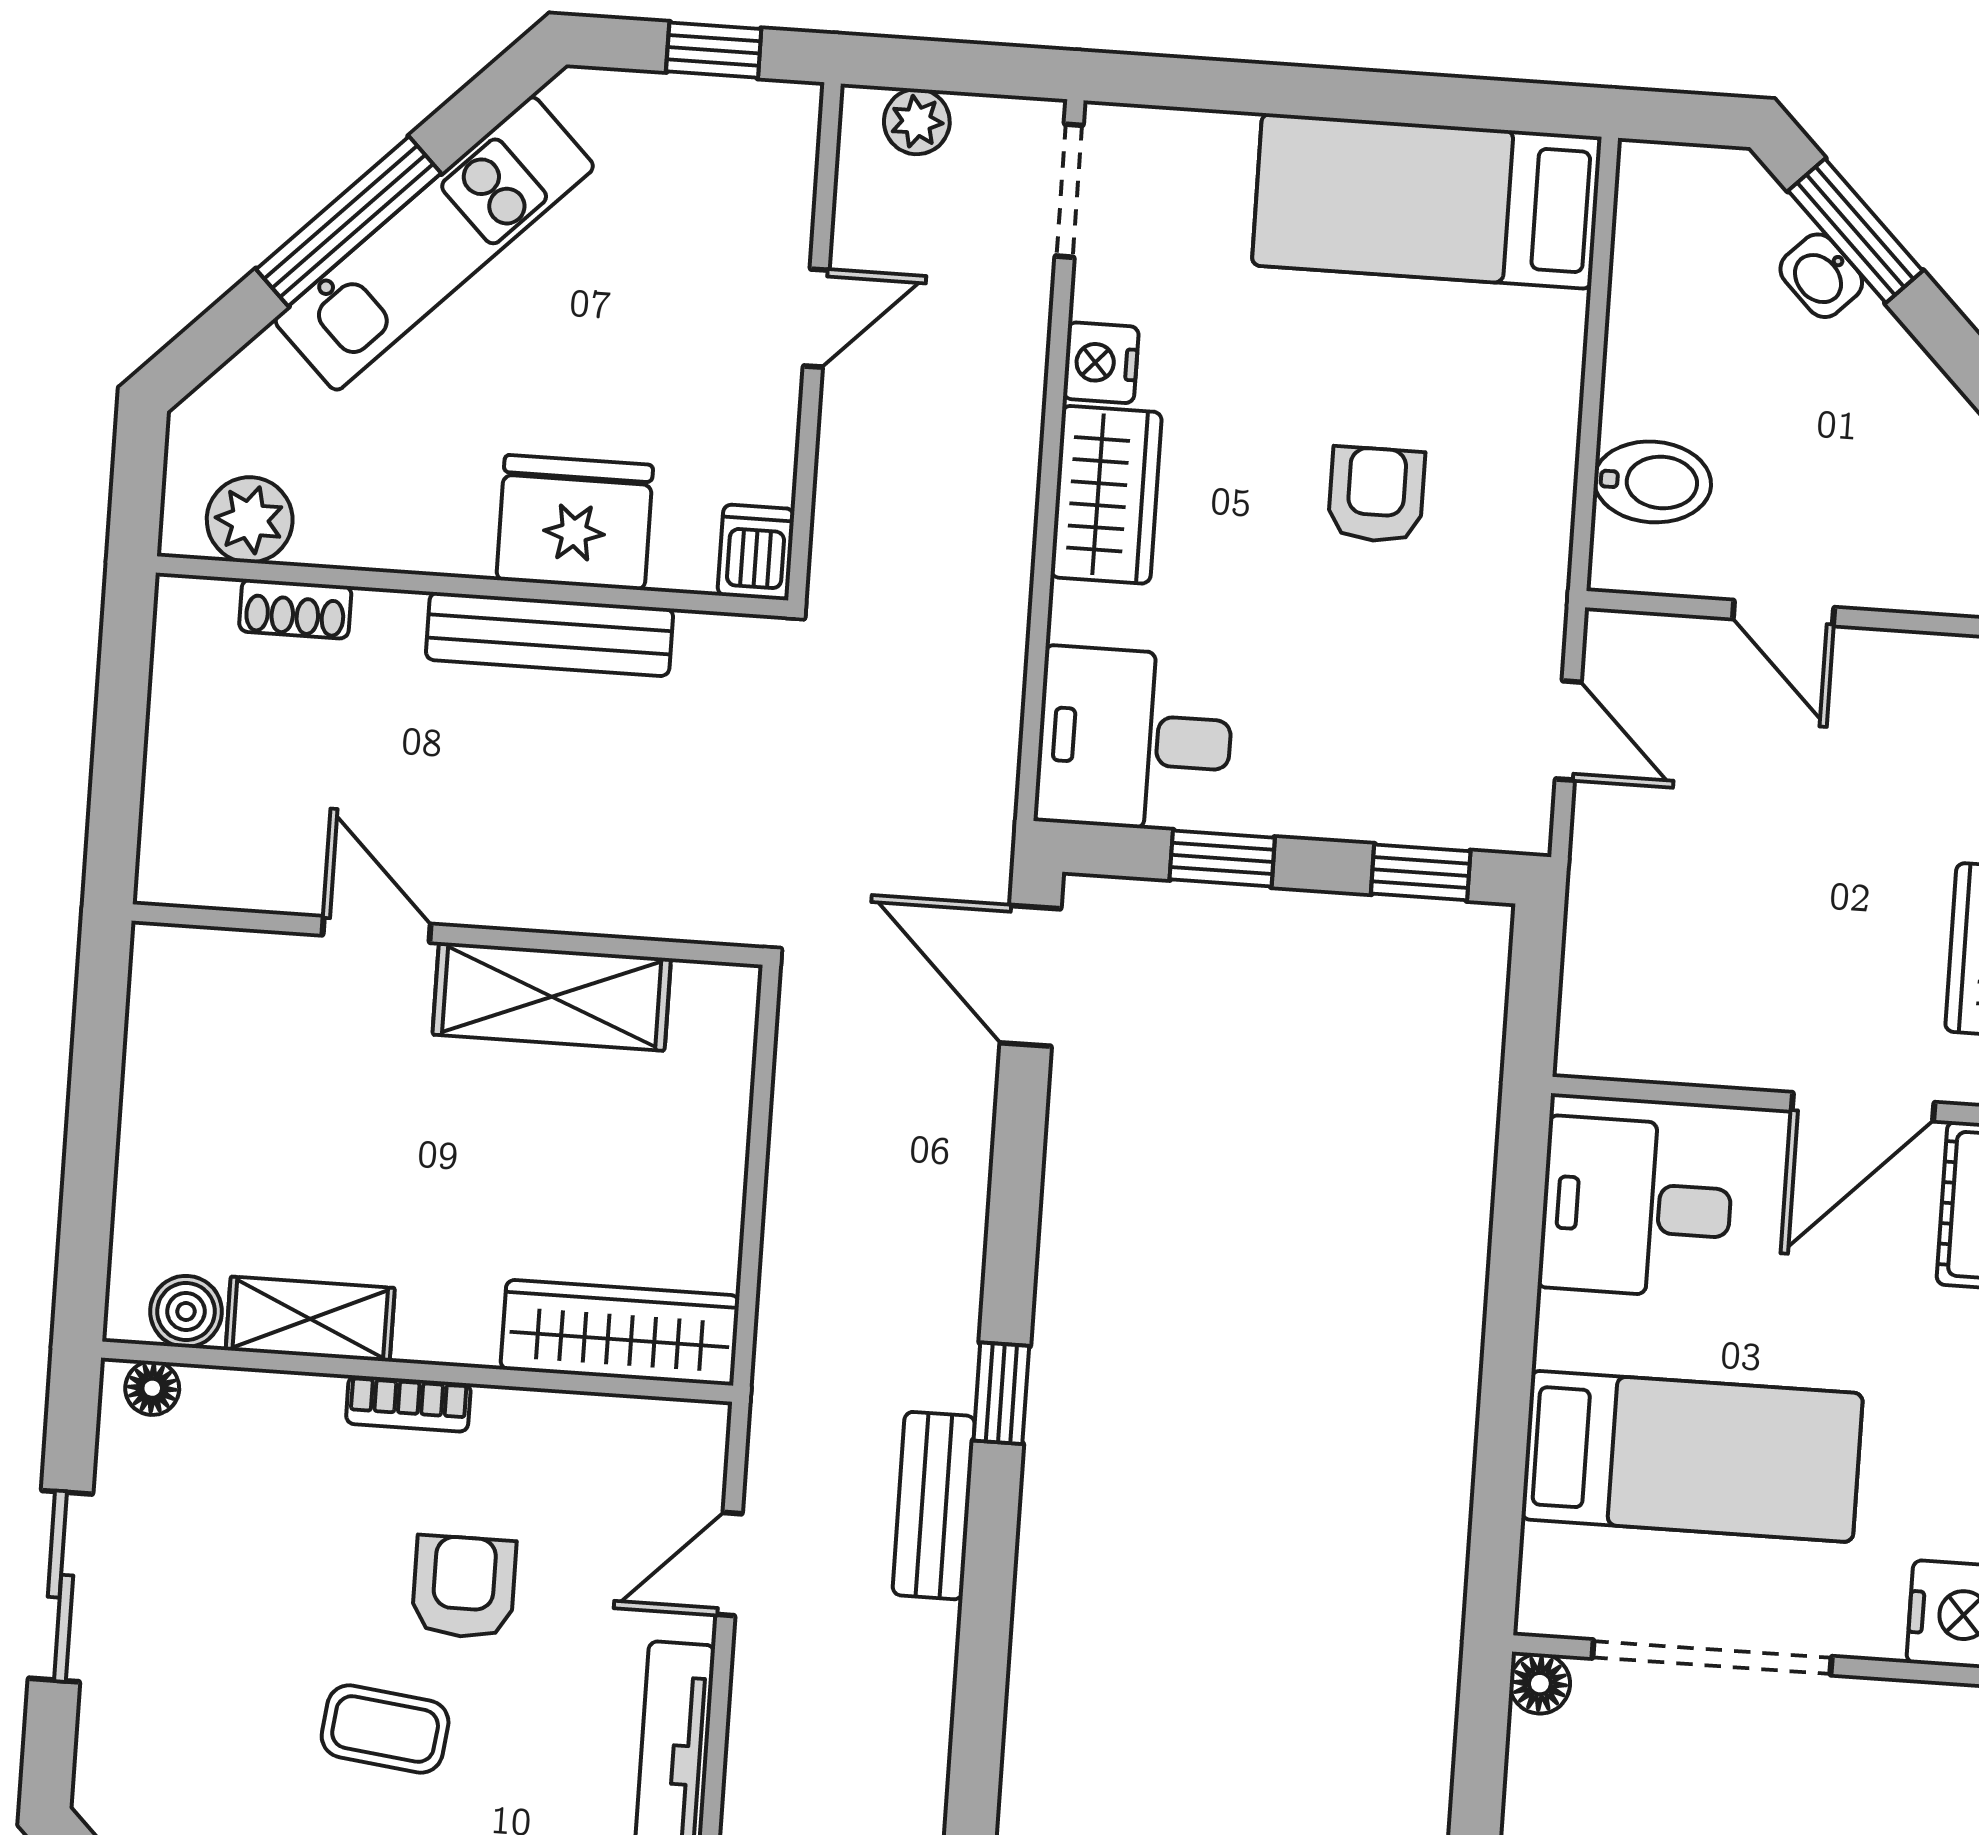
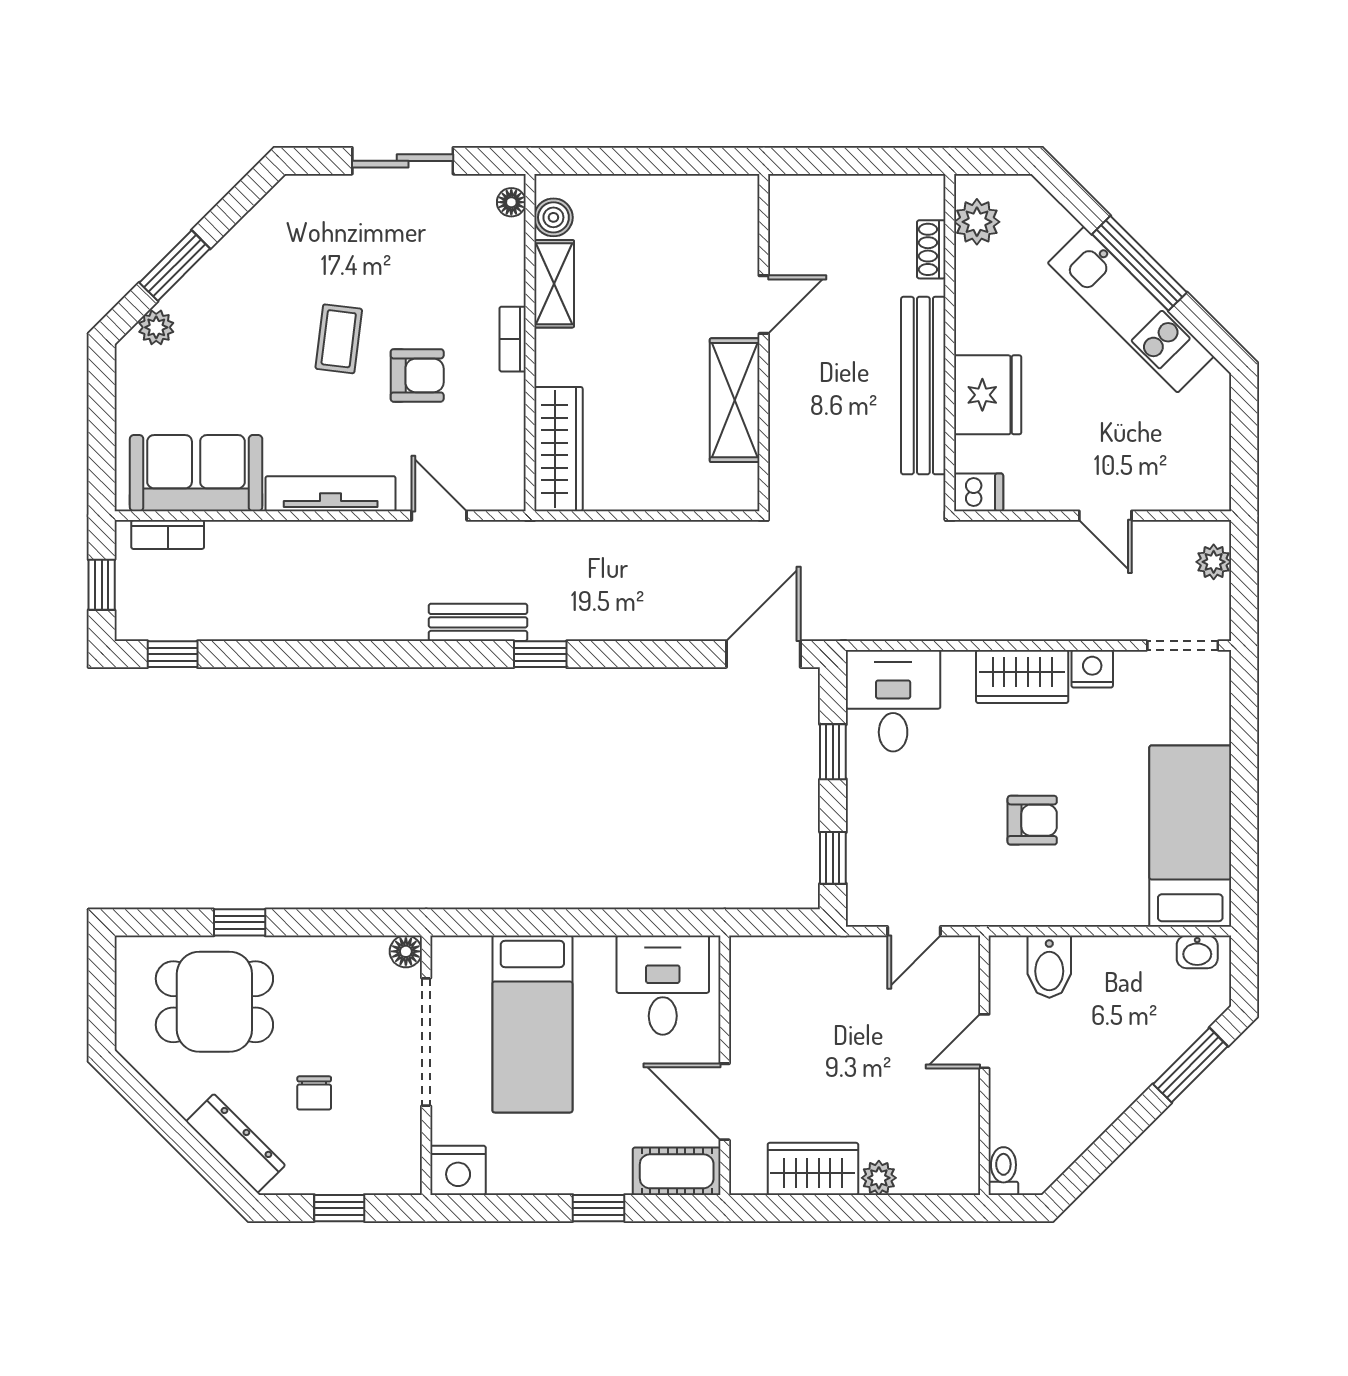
window: (714, 50) -> (1244, 451), removed
washbasin: (1821, 276) -> (1197, 952), moved, turned -135
bench: (549, 634) -> (923, 386), width x1.37, depth x1.21

